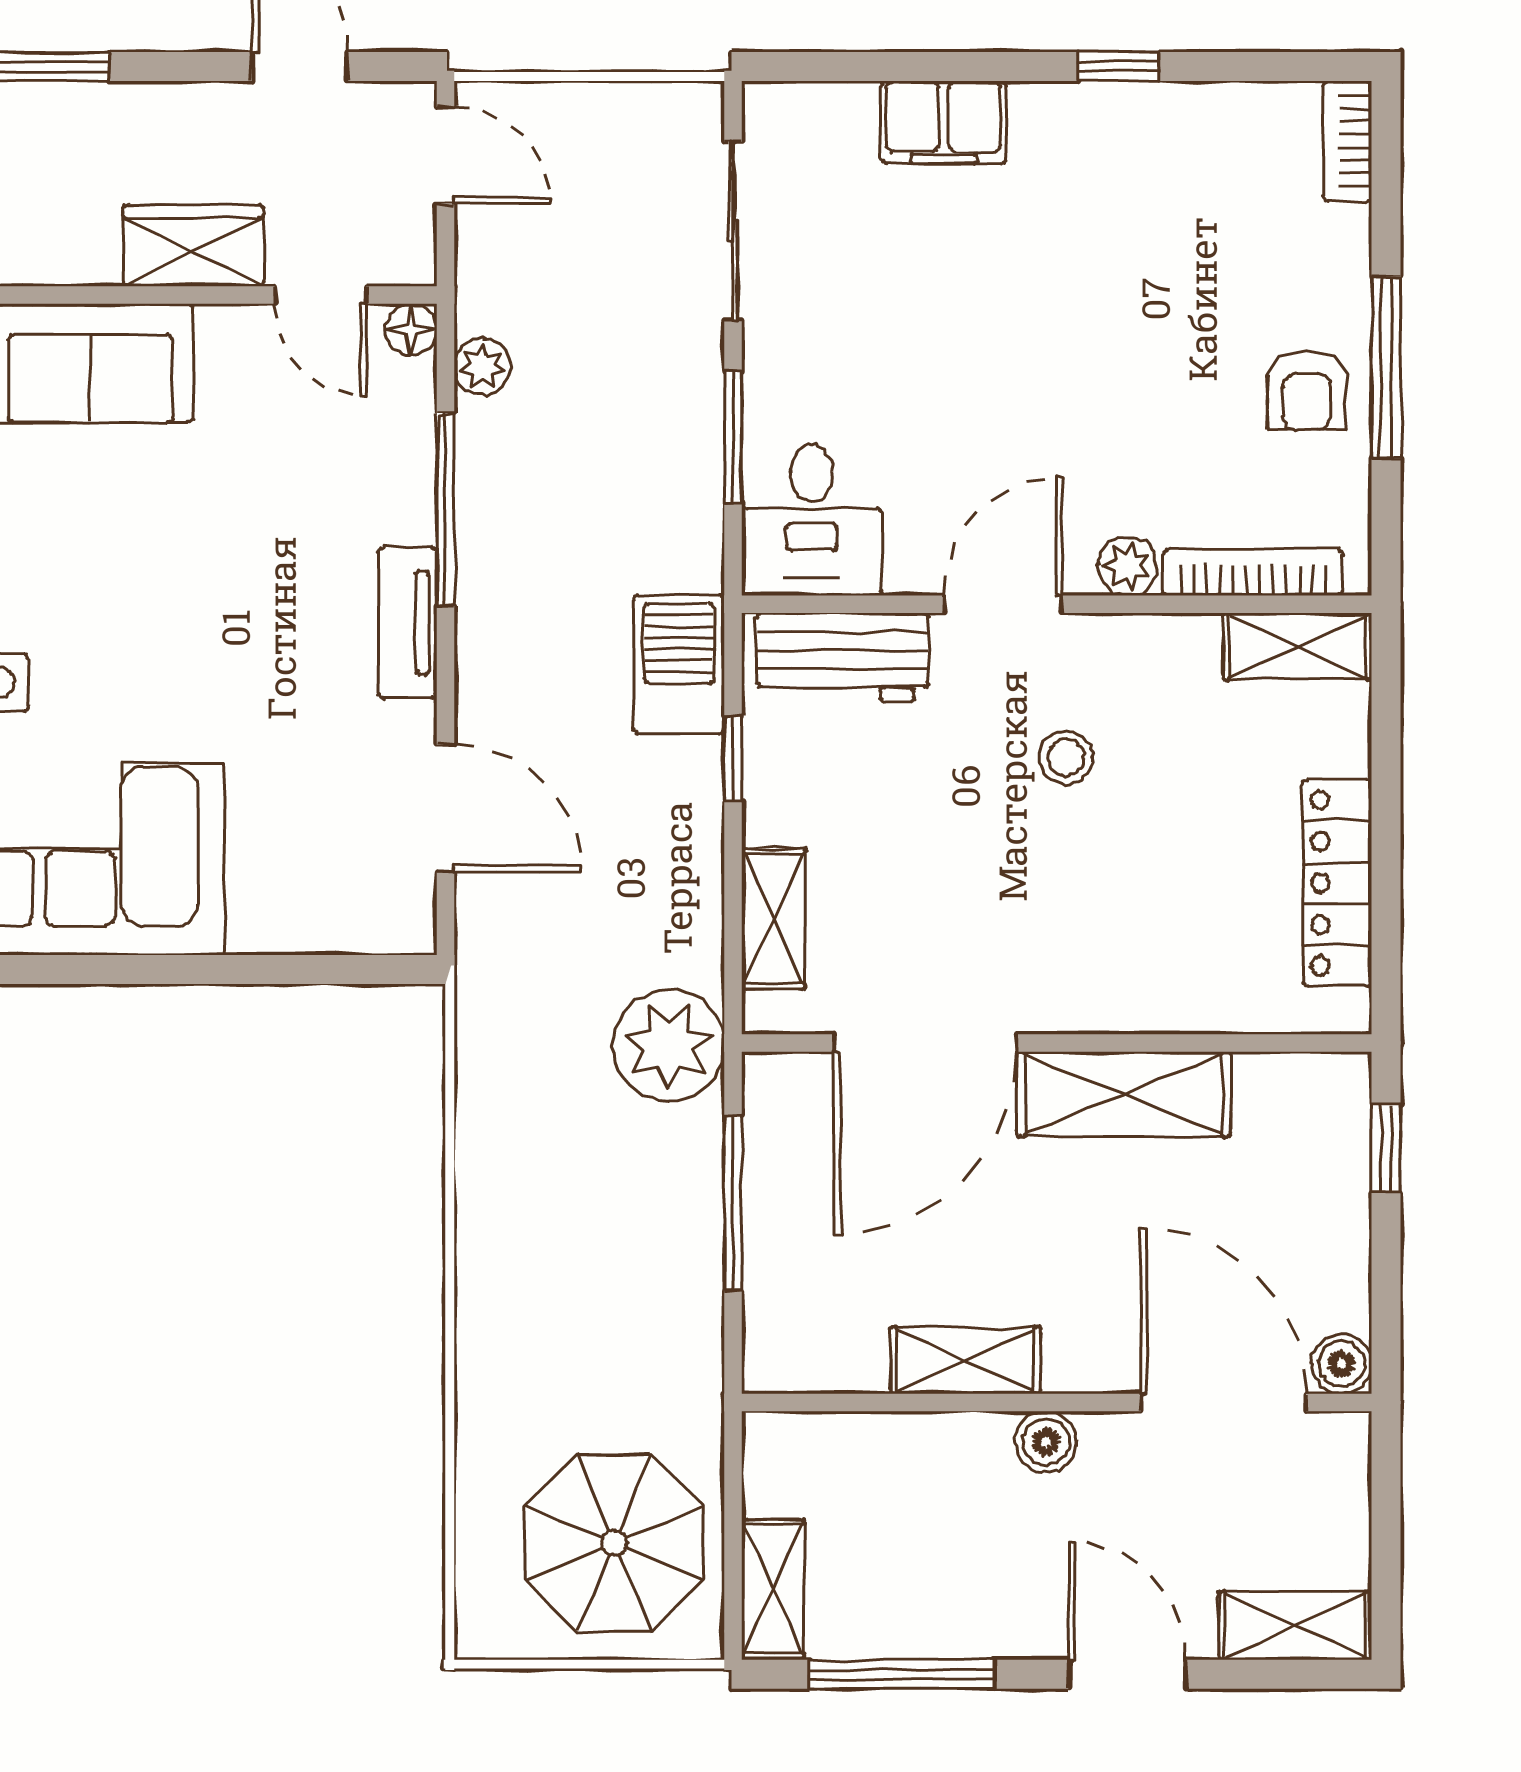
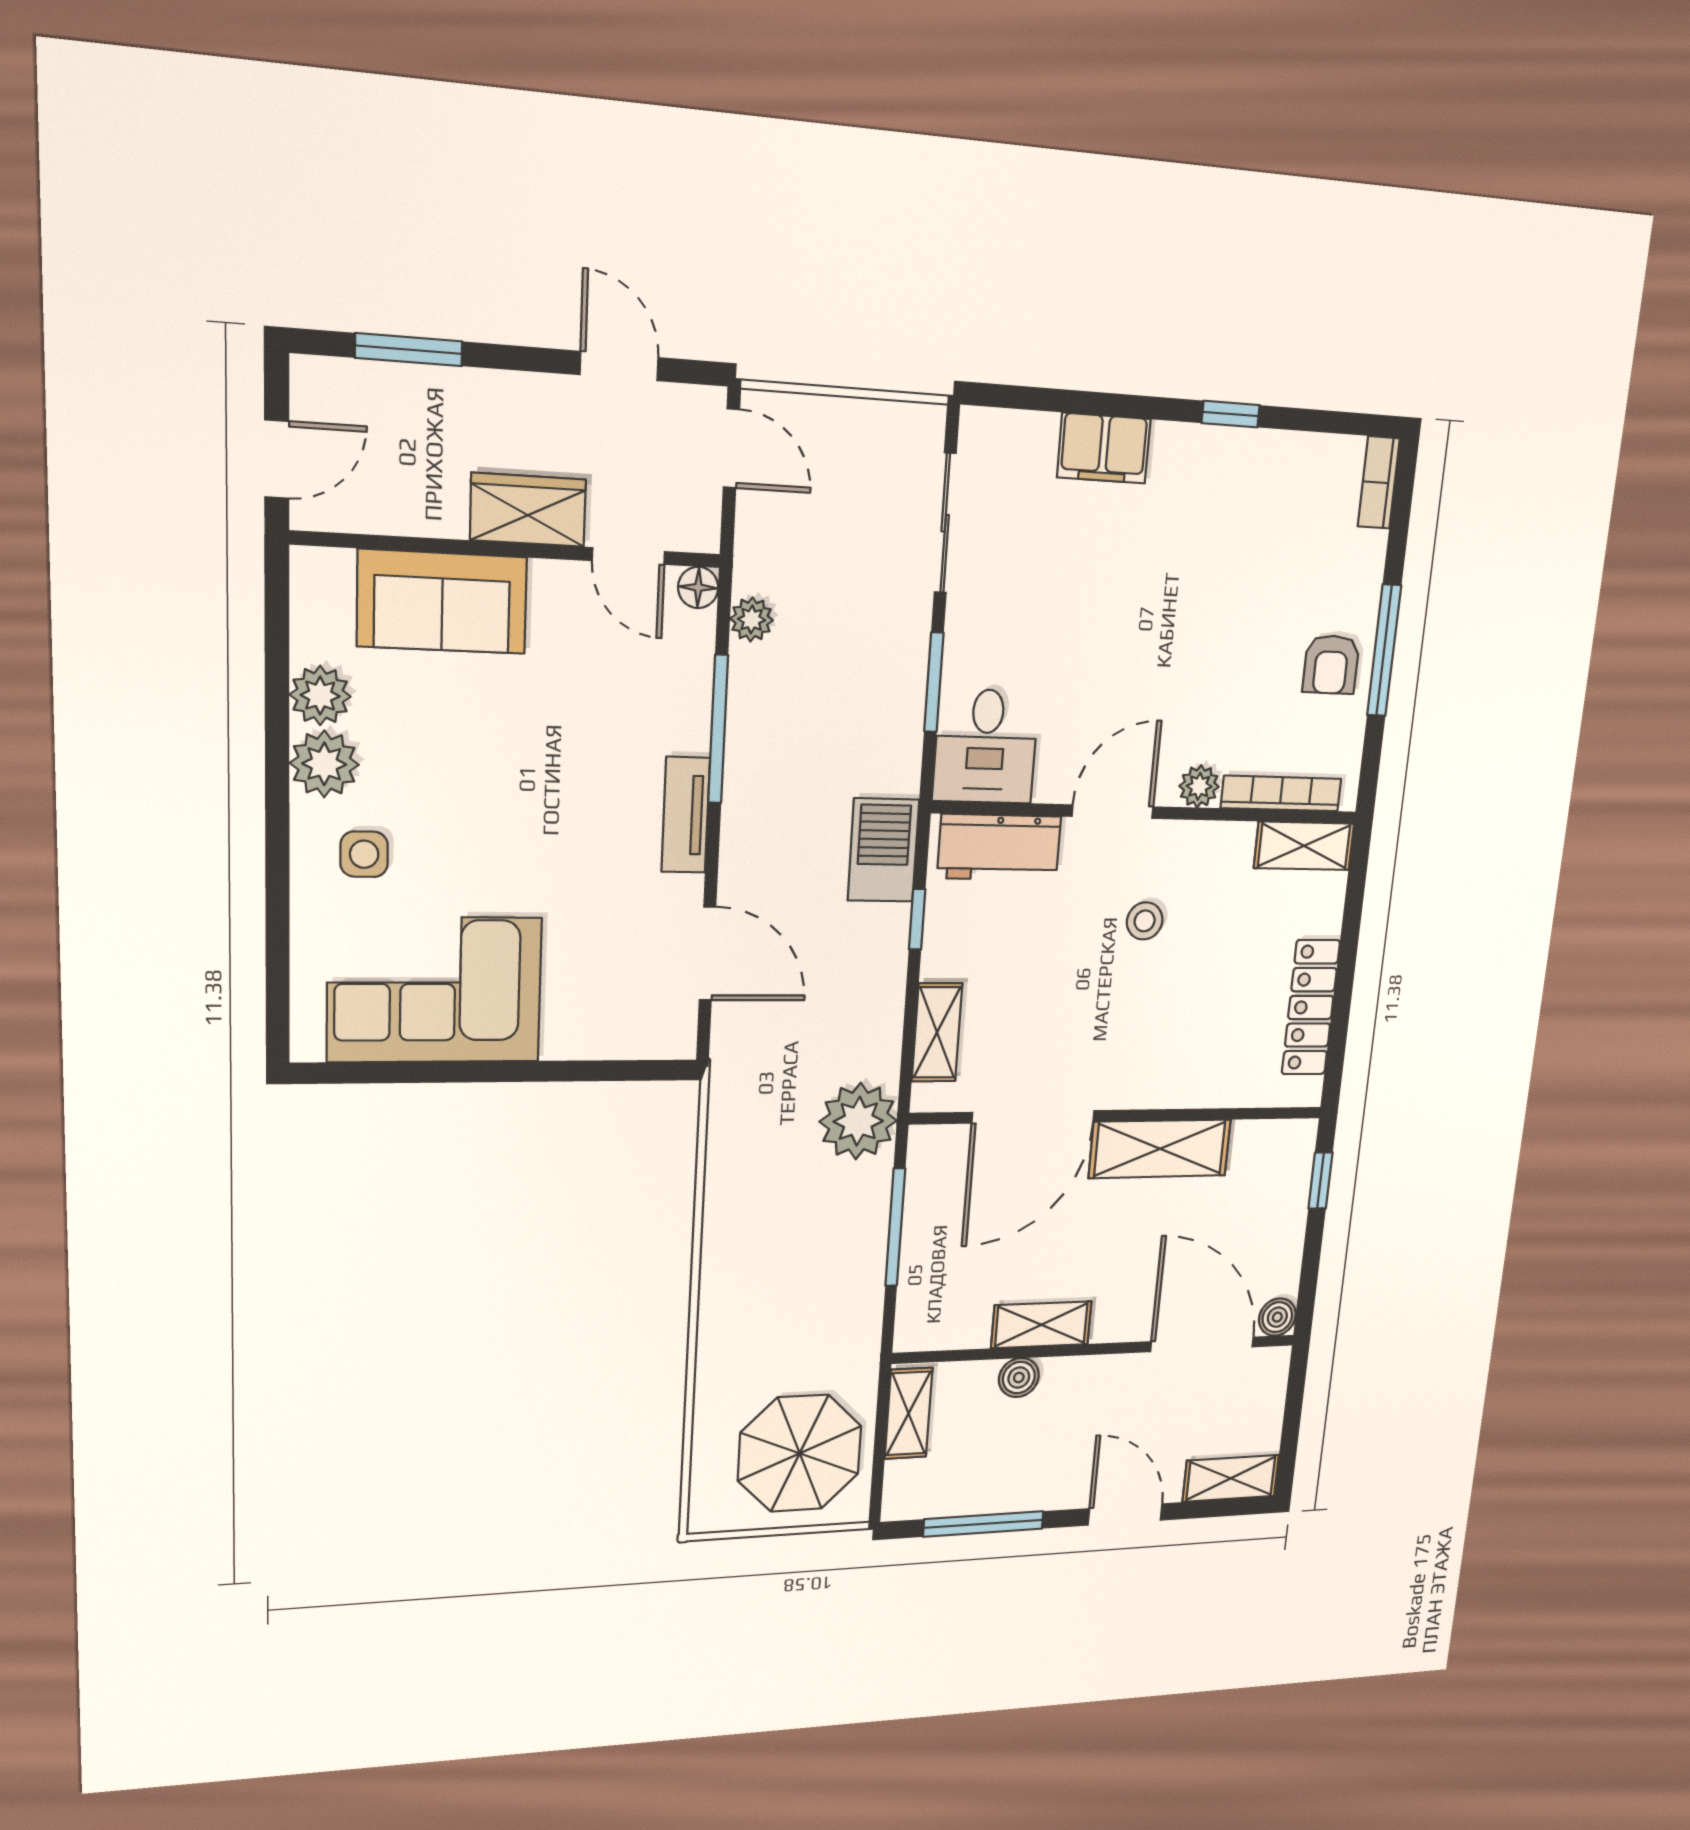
boiler: (1046, 1442) -> (1019, 1378), moved
shelving: (773, 1589) -> (909, 1413), moved

